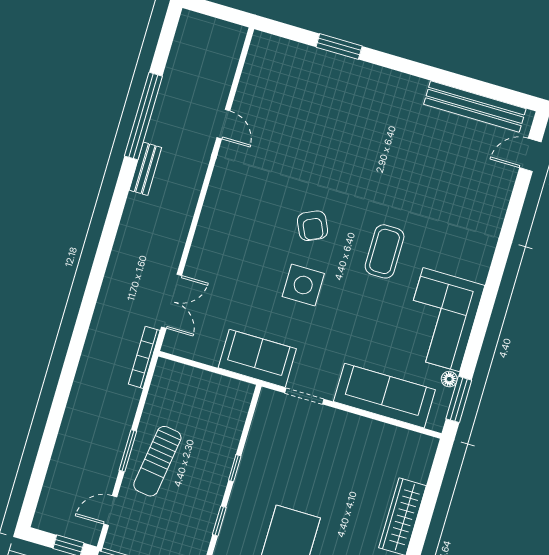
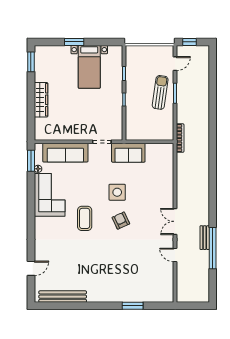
door: (530, 155) -> (31, 268), moved
bench: (145, 169) -> (205, 238), moved
double door: (172, 301) -> (175, 221), moved

